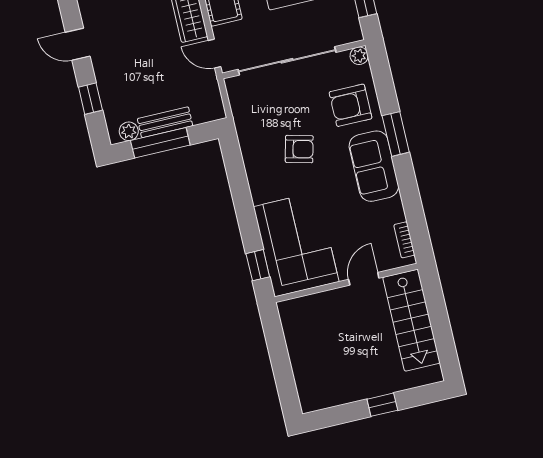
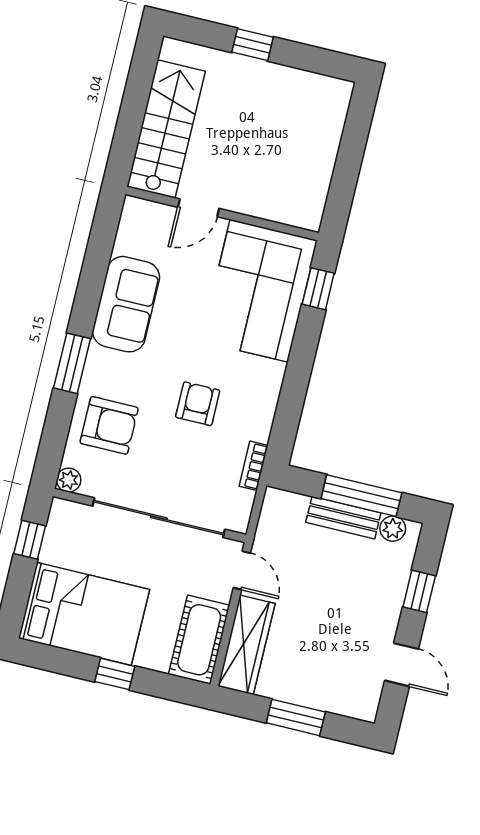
armchair: (299, 149) -> (198, 404), turned 76
sofa: (374, 166) -> (126, 304), moved
bookcase: (404, 240) -> (254, 466), moved, turned 180

